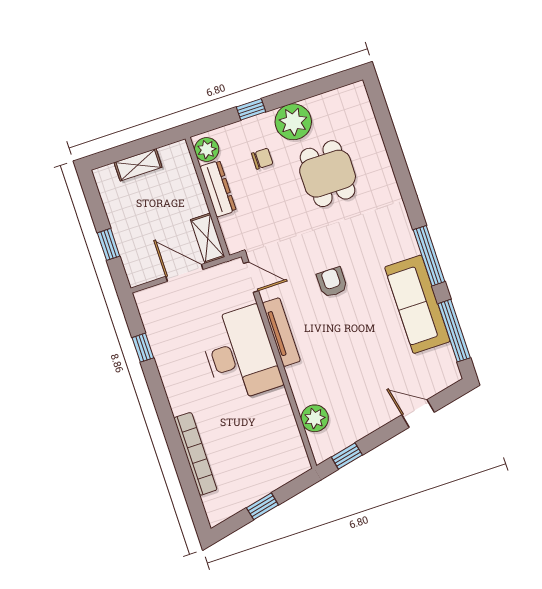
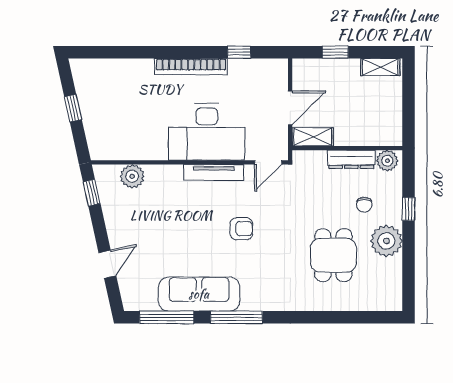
shelving: (138, 165) -> (380, 67), moved, turned 90
dining table: (328, 174) -> (333, 255), turned 90
bookcase: (195, 454) -> (191, 67), moved

